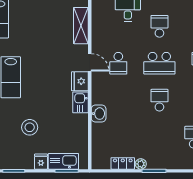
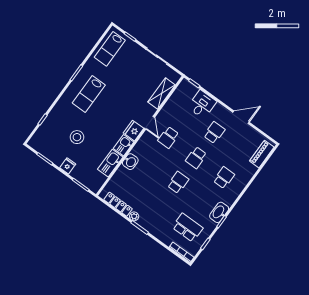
school desk: (159, 63) -> (196, 158), width x0.54
kitchen sink: (63, 161) -> (110, 163), moved, turned -90
locker: (123, 163) -> (118, 204), width x1.53

